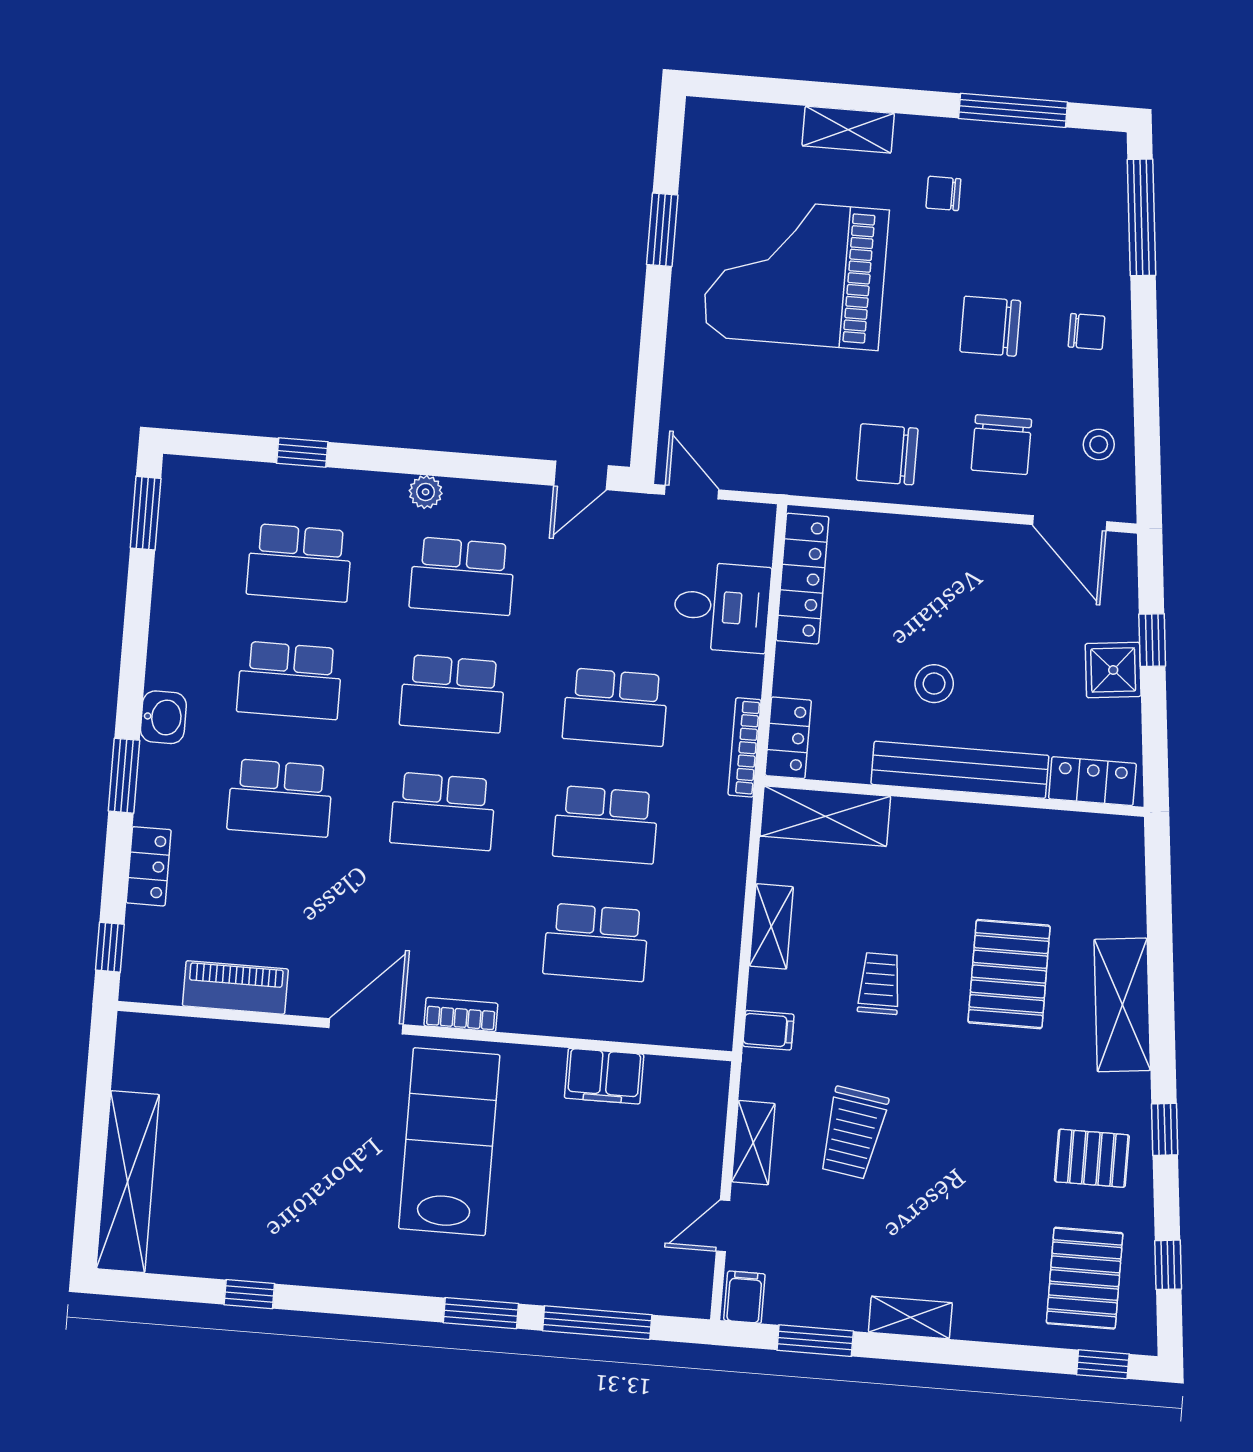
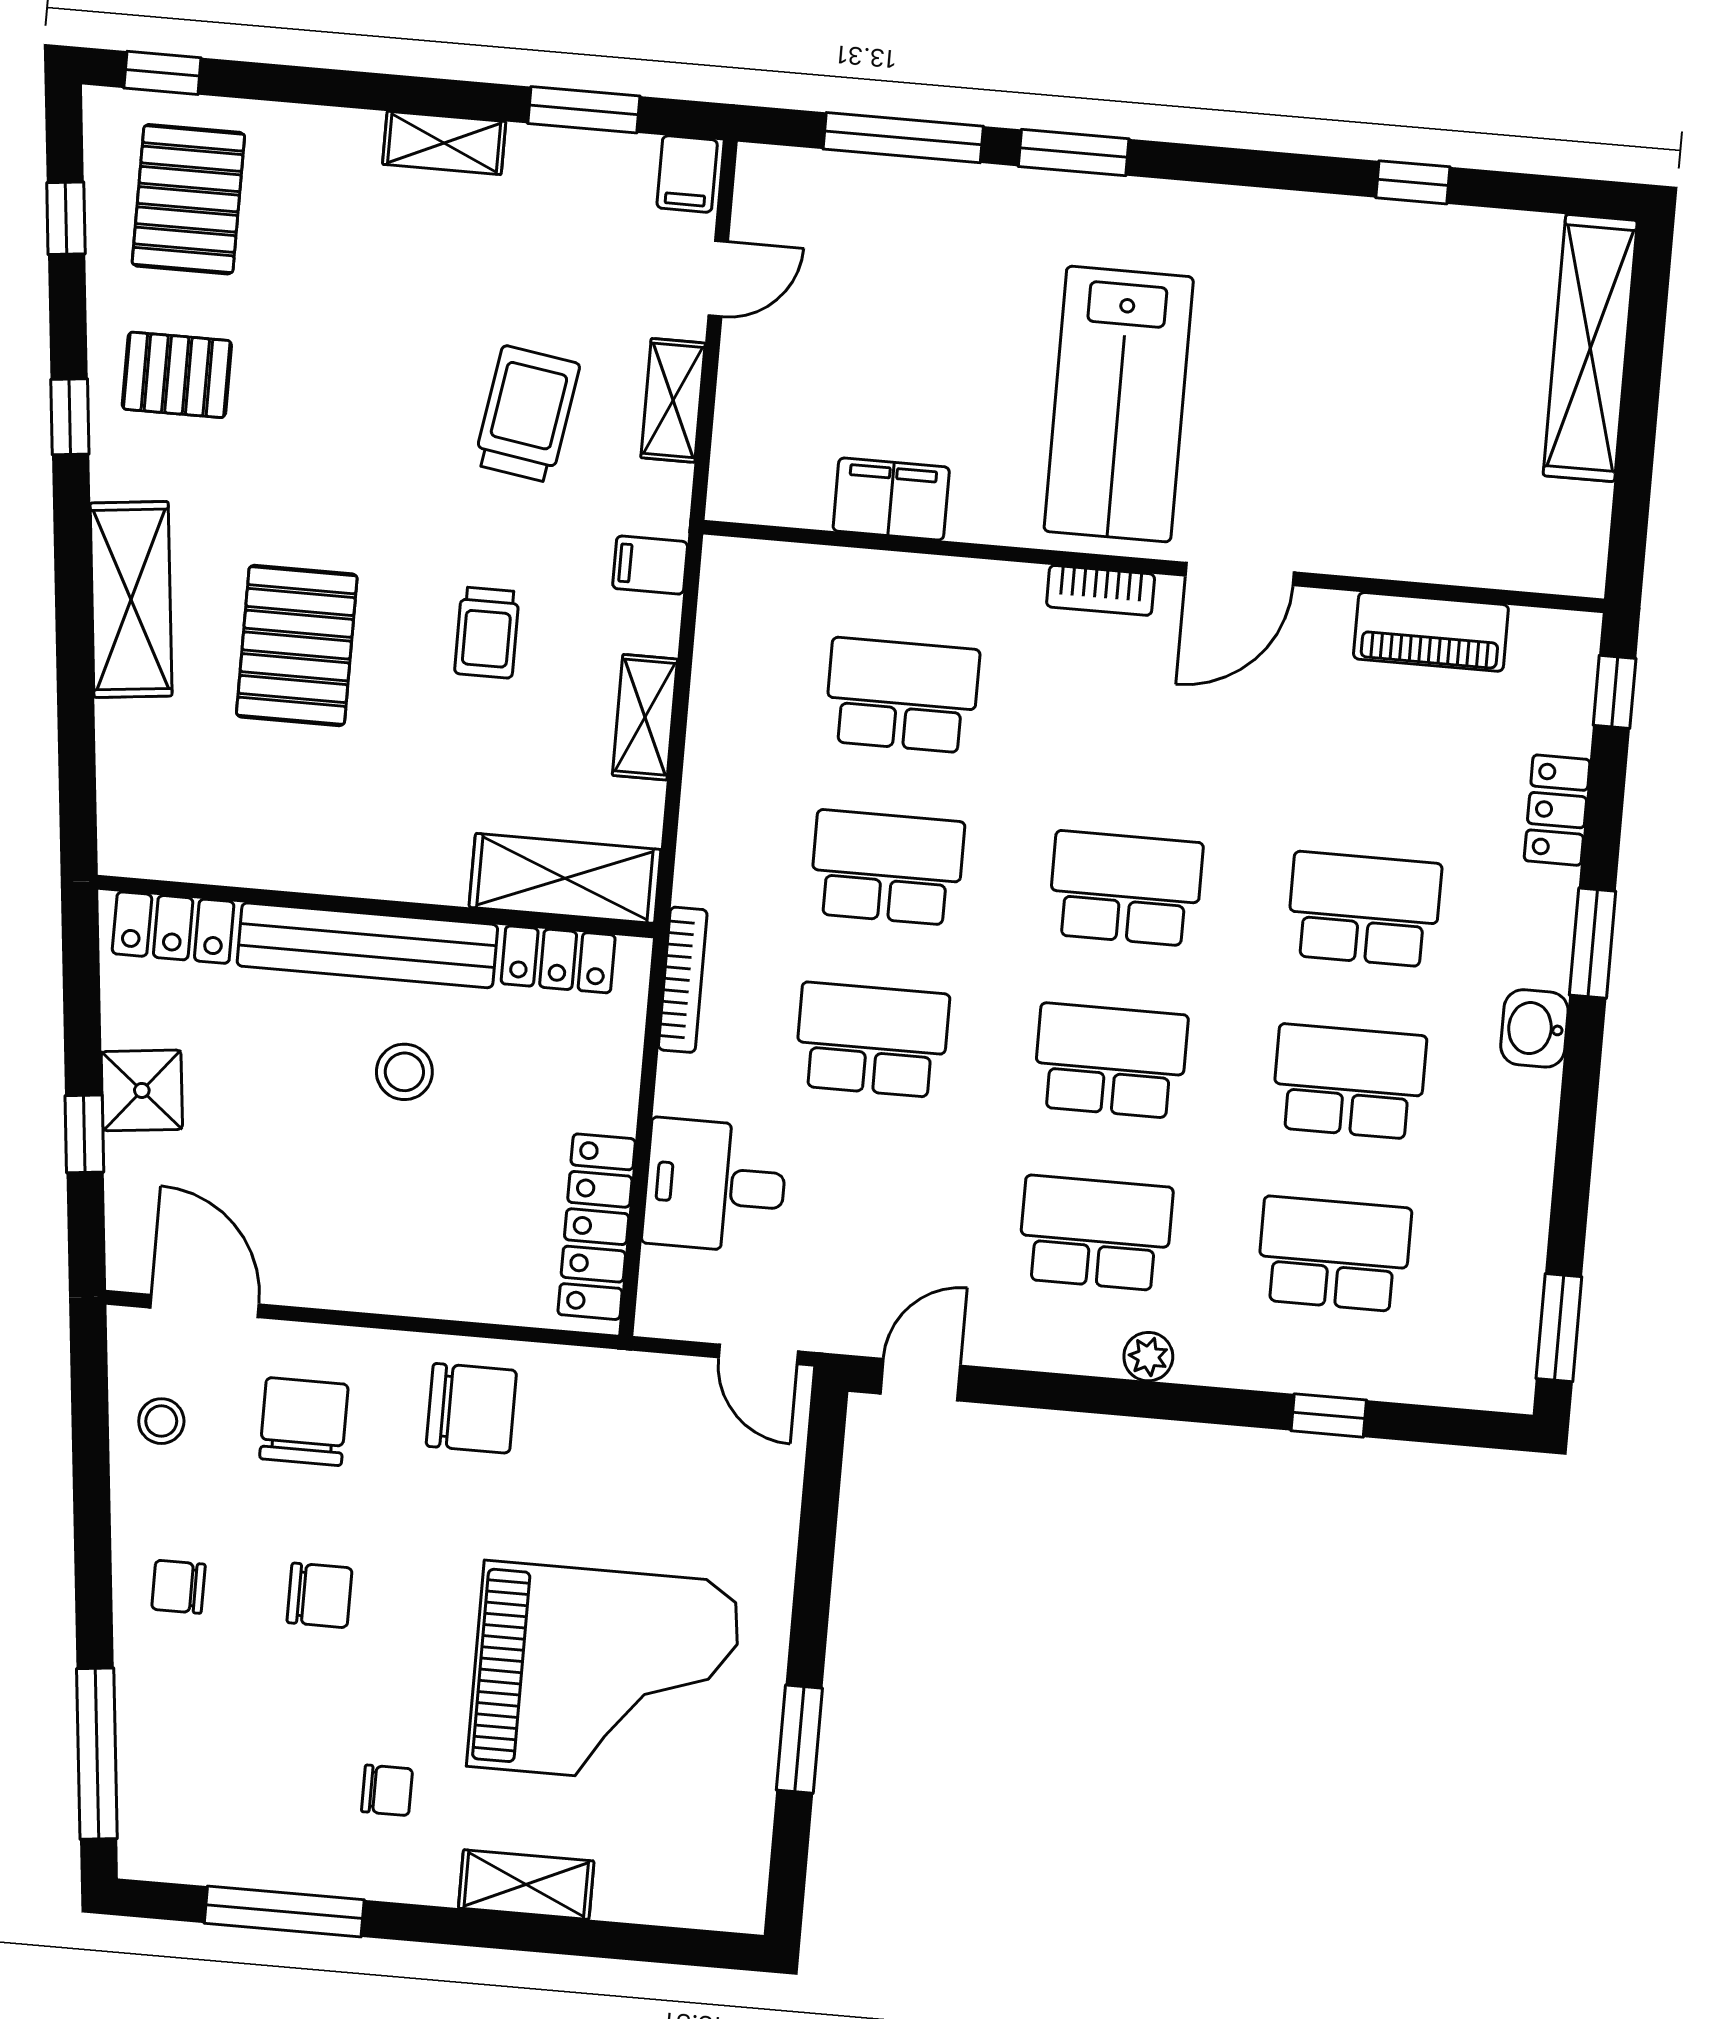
chair: (990, 326) -> (320, 1595), width x0.73, depth x0.73
locker: (788, 738) -> (558, 959), moved, turned -90

